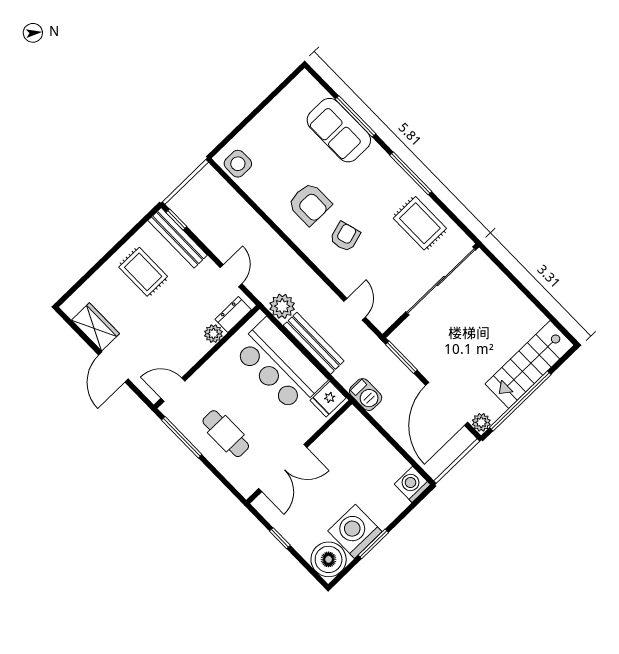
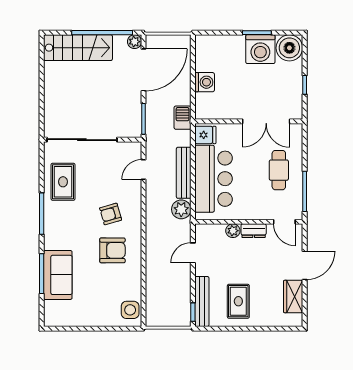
armchair: (310, 204) -> (112, 250), turned 90
dresser: (233, 315) -> (254, 231), moved
double door: (283, 468) -> (266, 121), swing flipped
washing machine: (412, 484) -> (205, 82), moved, turned -90

